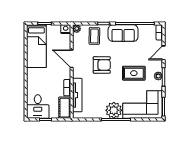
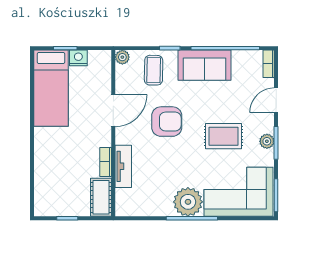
nightstand: (66, 29) -> (78, 58), moved
door: (72, 59) -> (113, 111), swing flipped
tv unit: (77, 95) -> (123, 166), width x0.71
desk: (38, 107) -> (53, 195), removed

